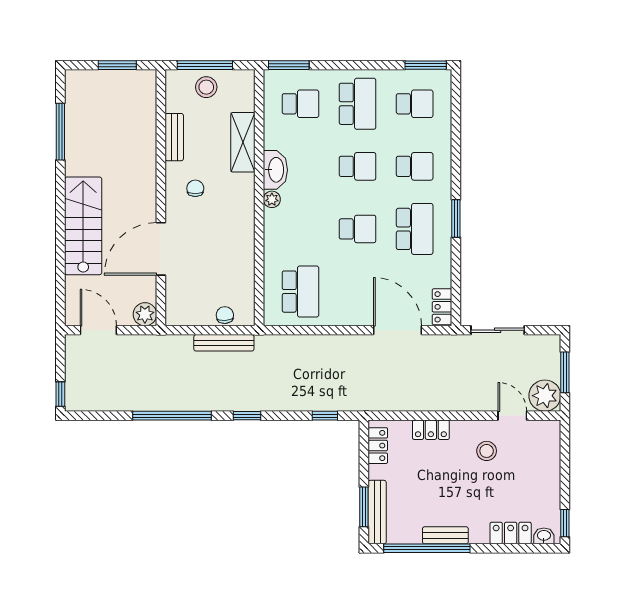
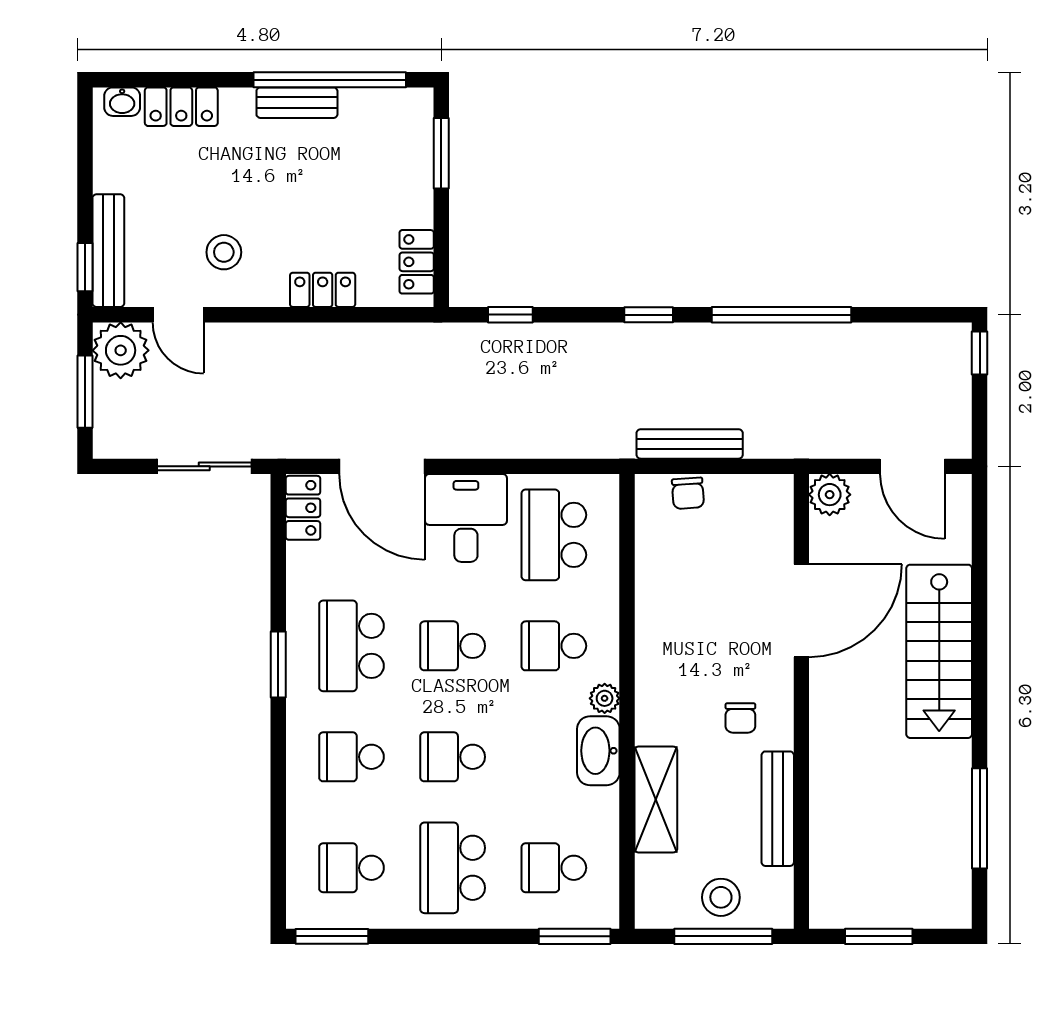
bench: (174, 137) -> (778, 809), width x1.36
school desk: (301, 229) -> (554, 646), added
desk: (350, 301) -> (466, 518), added
bench: (377, 512) -> (108, 251), moved
window: (565, 523) -> (85, 267), moved

